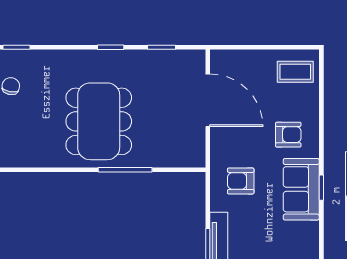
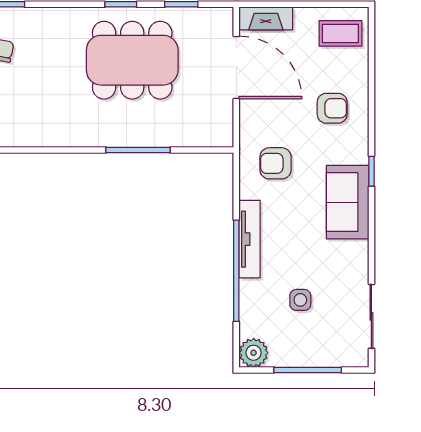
fireplace: (233, 59) -> (266, 18), added
dining table: (99, 121) -> (132, 60), moved, turned 90
sofa: (301, 189) -> (348, 202), moved

